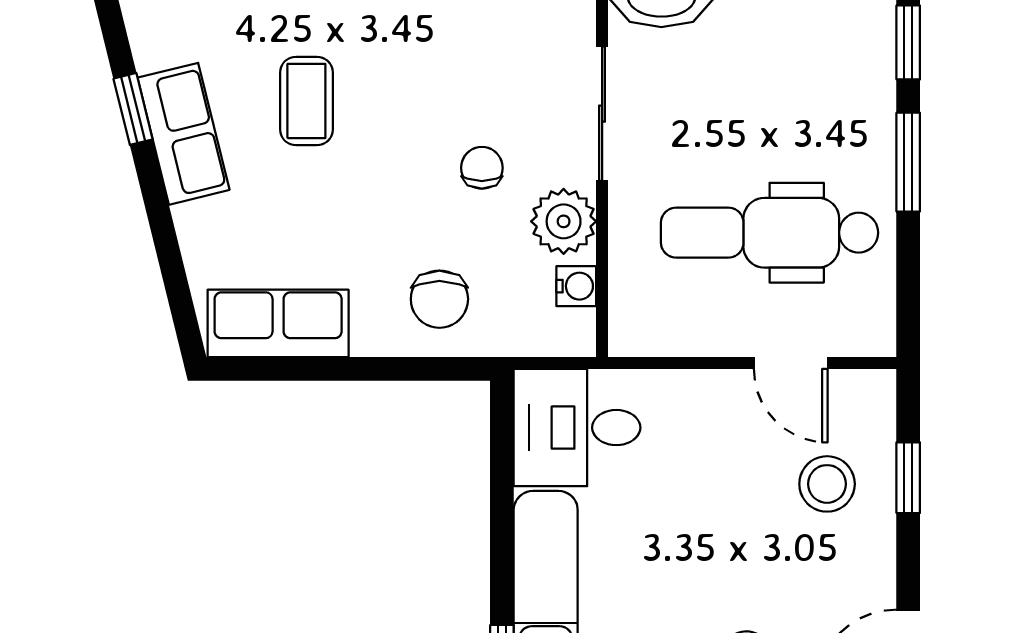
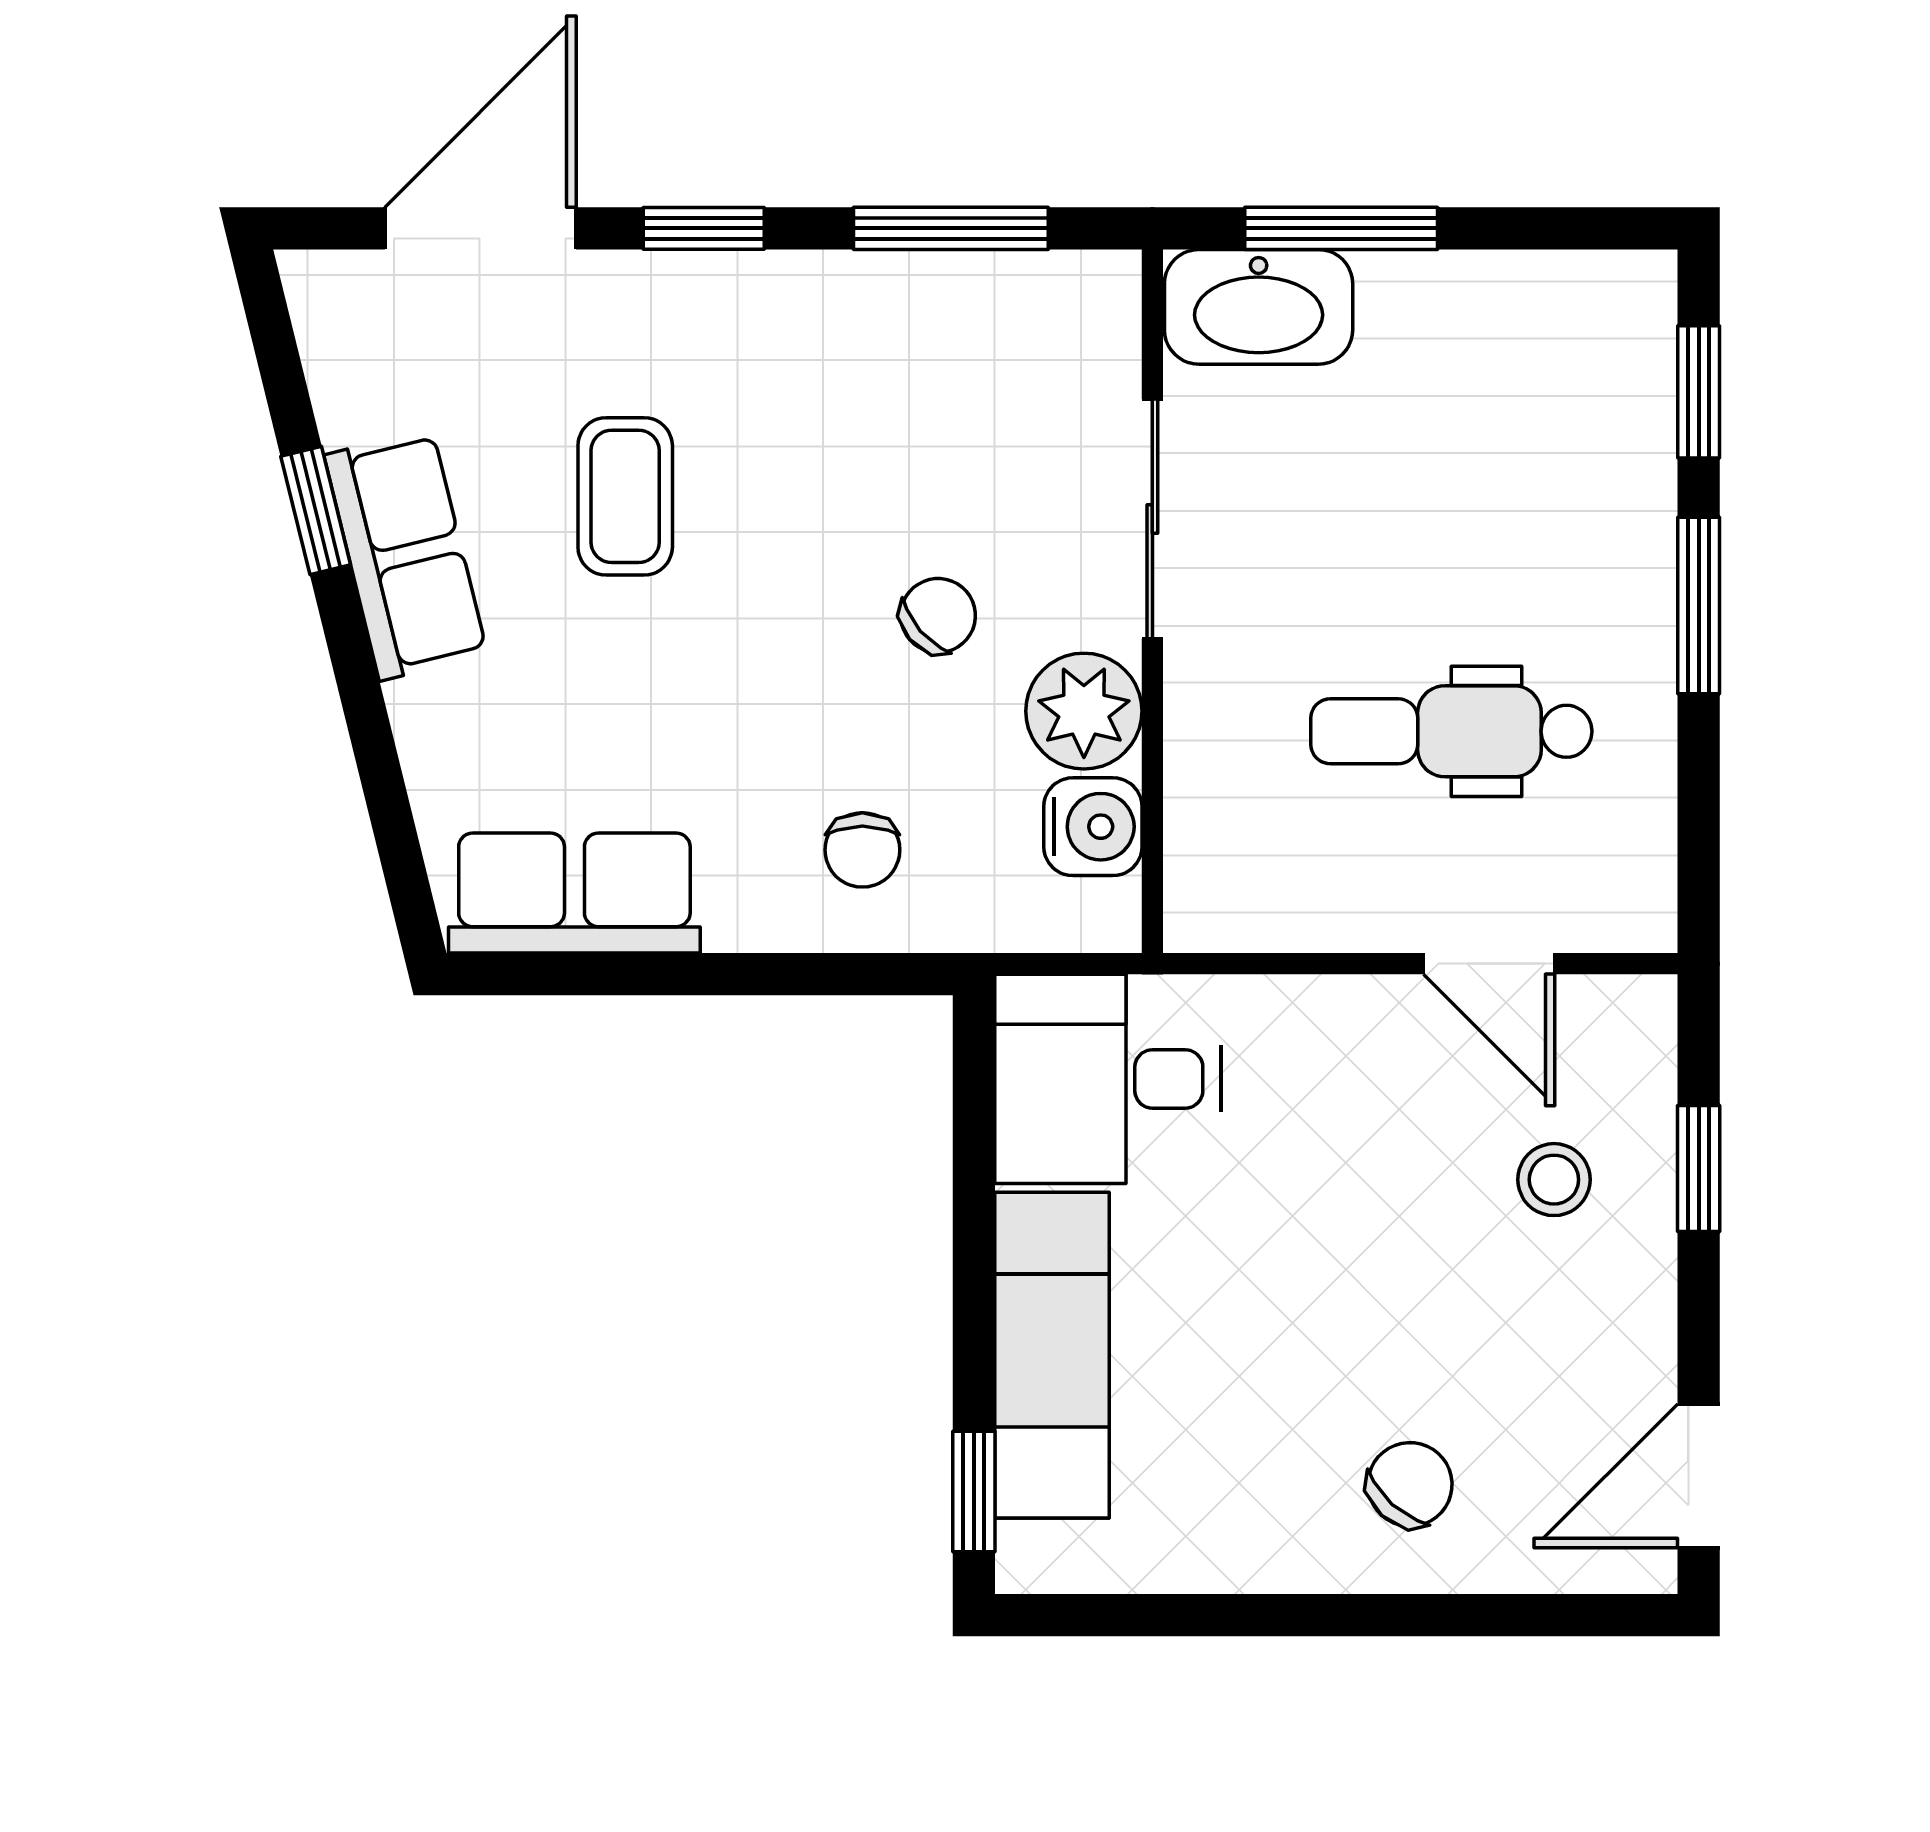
chair: (482, 168) -> (938, 616), turned 49
dental chair: (770, 233) -> (1451, 731), width x0.73, depth x0.72
water cooler: (576, 286) -> (1093, 827), width x1.38, depth x1.38
chair: (439, 299) -> (862, 850), width x0.73, depth x0.73
stool: (827, 484) -> (1554, 1180), width x0.73, depth x0.73

